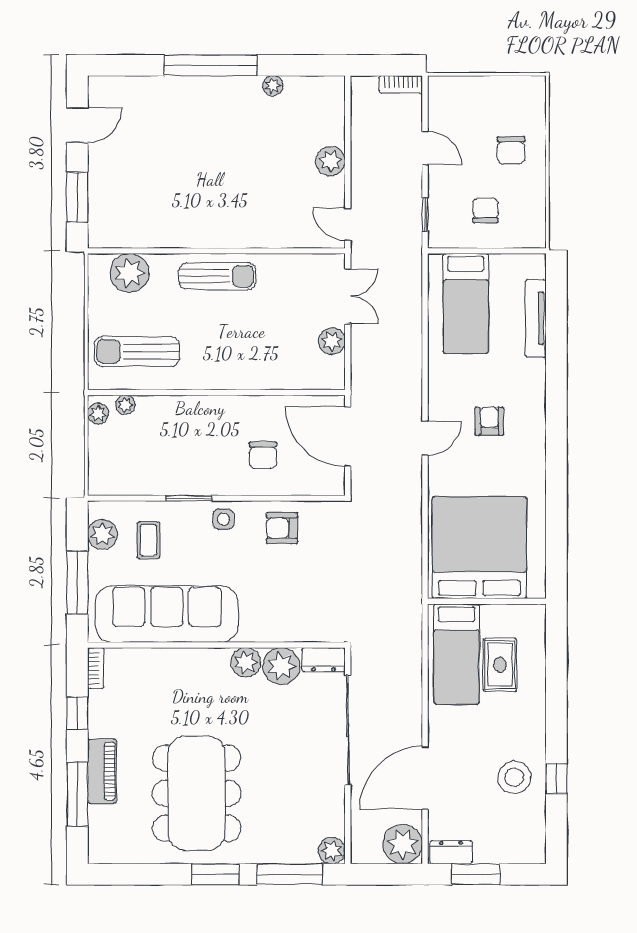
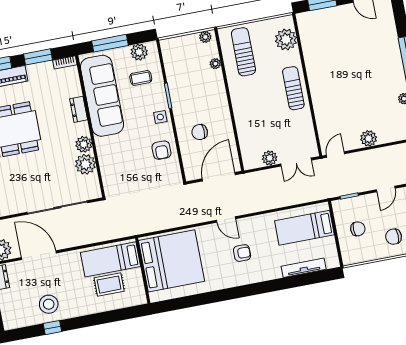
sun lounger: (217, 276) -> (293, 88), turned 180
plant: (125, 405) -> (215, 64), moved
armchair: (282, 528) -> (161, 150), turned 180
dresser: (324, 660) -> (79, 109), moved
window: (77, 713) -> (38, 57), width x1.50

